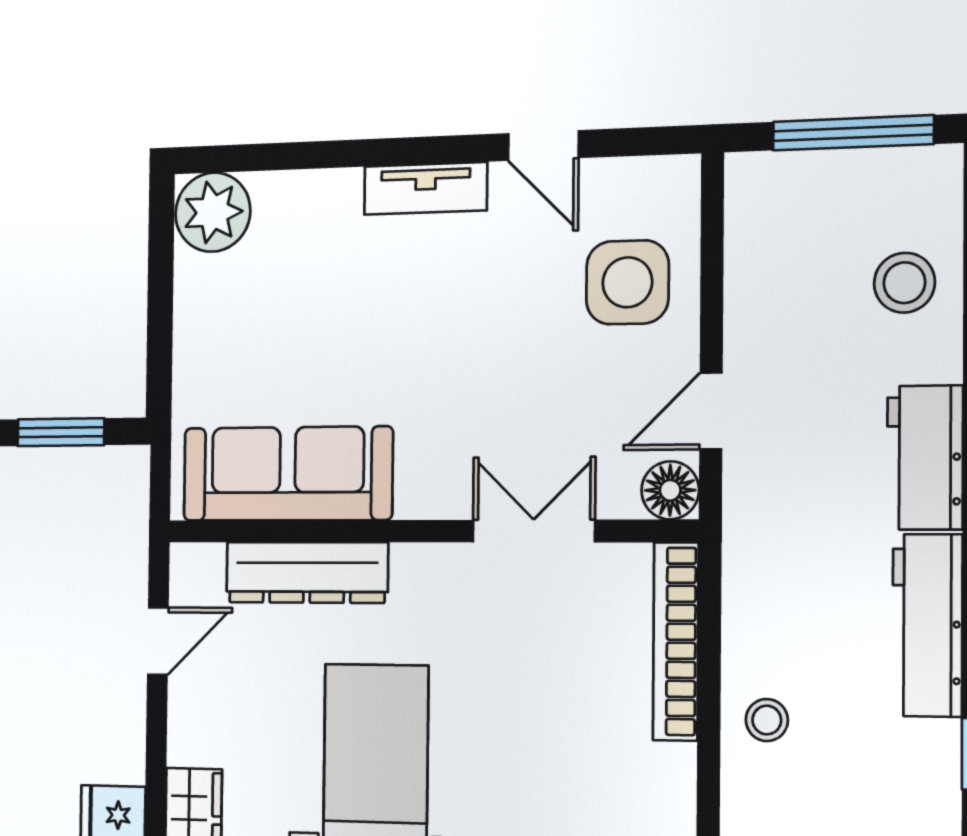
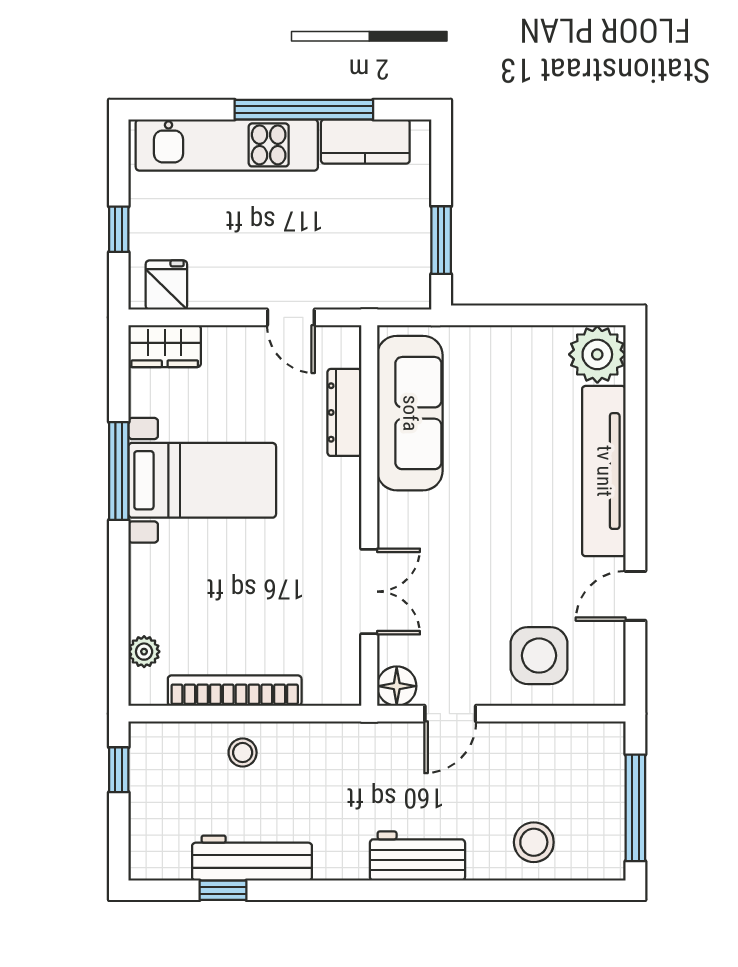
tv unit: (426, 188) -> (604, 471), width x1.92, depth x1.29
door: (711, 411) -> (450, 714), swing flipped
dresser: (307, 572) -> (344, 412), width x0.73, depth x0.80
workbench: (927, 625) -> (252, 858), moved
bookcase: (676, 641) -> (235, 691), moved

